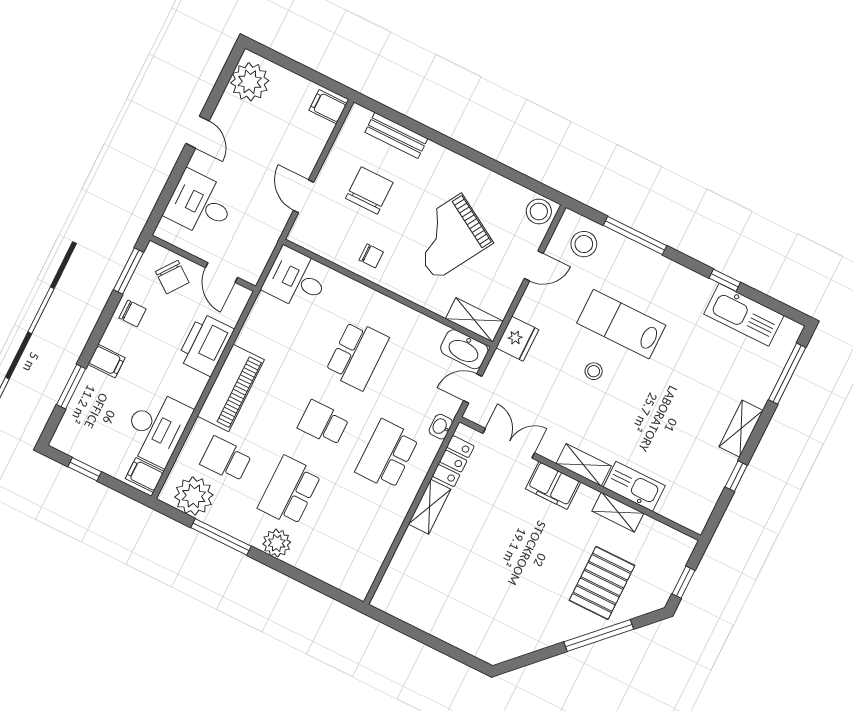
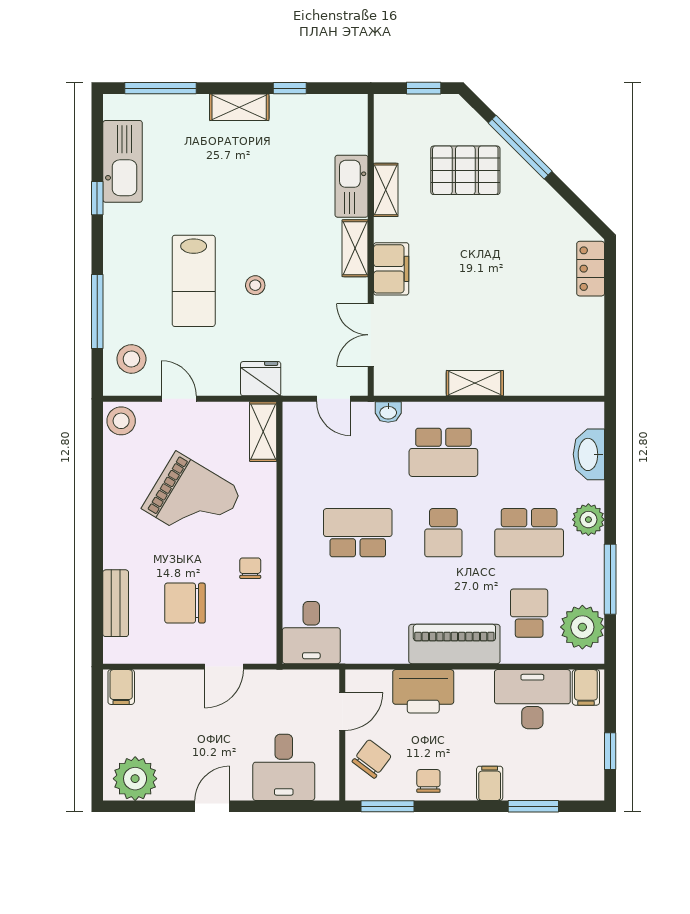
washbasin: (464, 349) -> (589, 454), moved, turned 180
school desk: (226, 459) -> (529, 613), turned 180
locker: (453, 461) -> (591, 269), moved, turned -90

